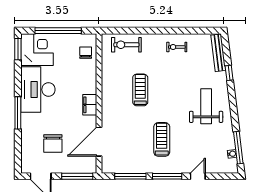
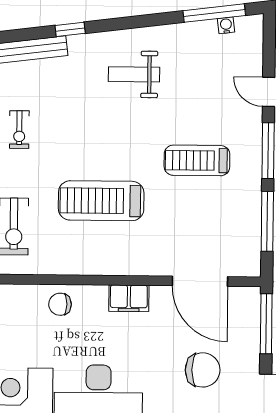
chair: (86, 53) -> (60, 304), moved
treadmill: (140, 90) -> (101, 201), width x1.37, depth x1.38
weight bench: (206, 106) -> (134, 74), width x0.73, depth x0.75

